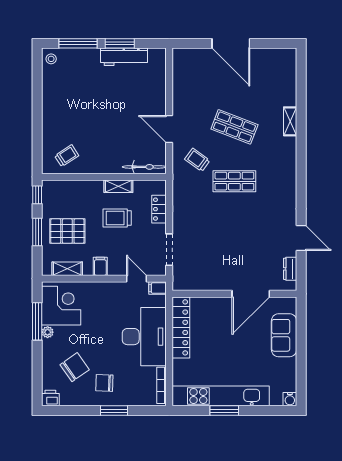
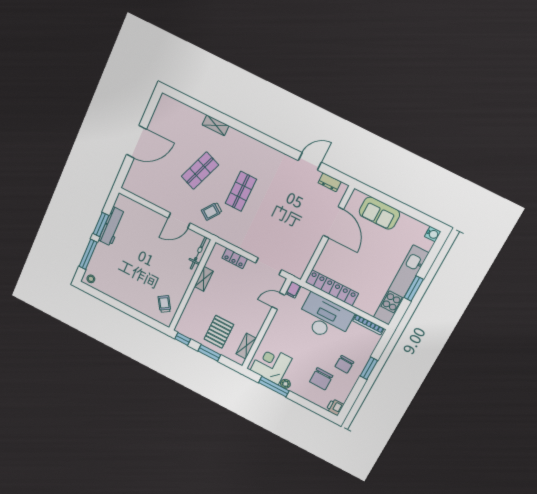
trolley: (117, 218) -> (227, 292), removed
filing cabinet: (100, 266) -> (256, 322), removed
chair: (75, 367) -> (321, 379), turned -145

